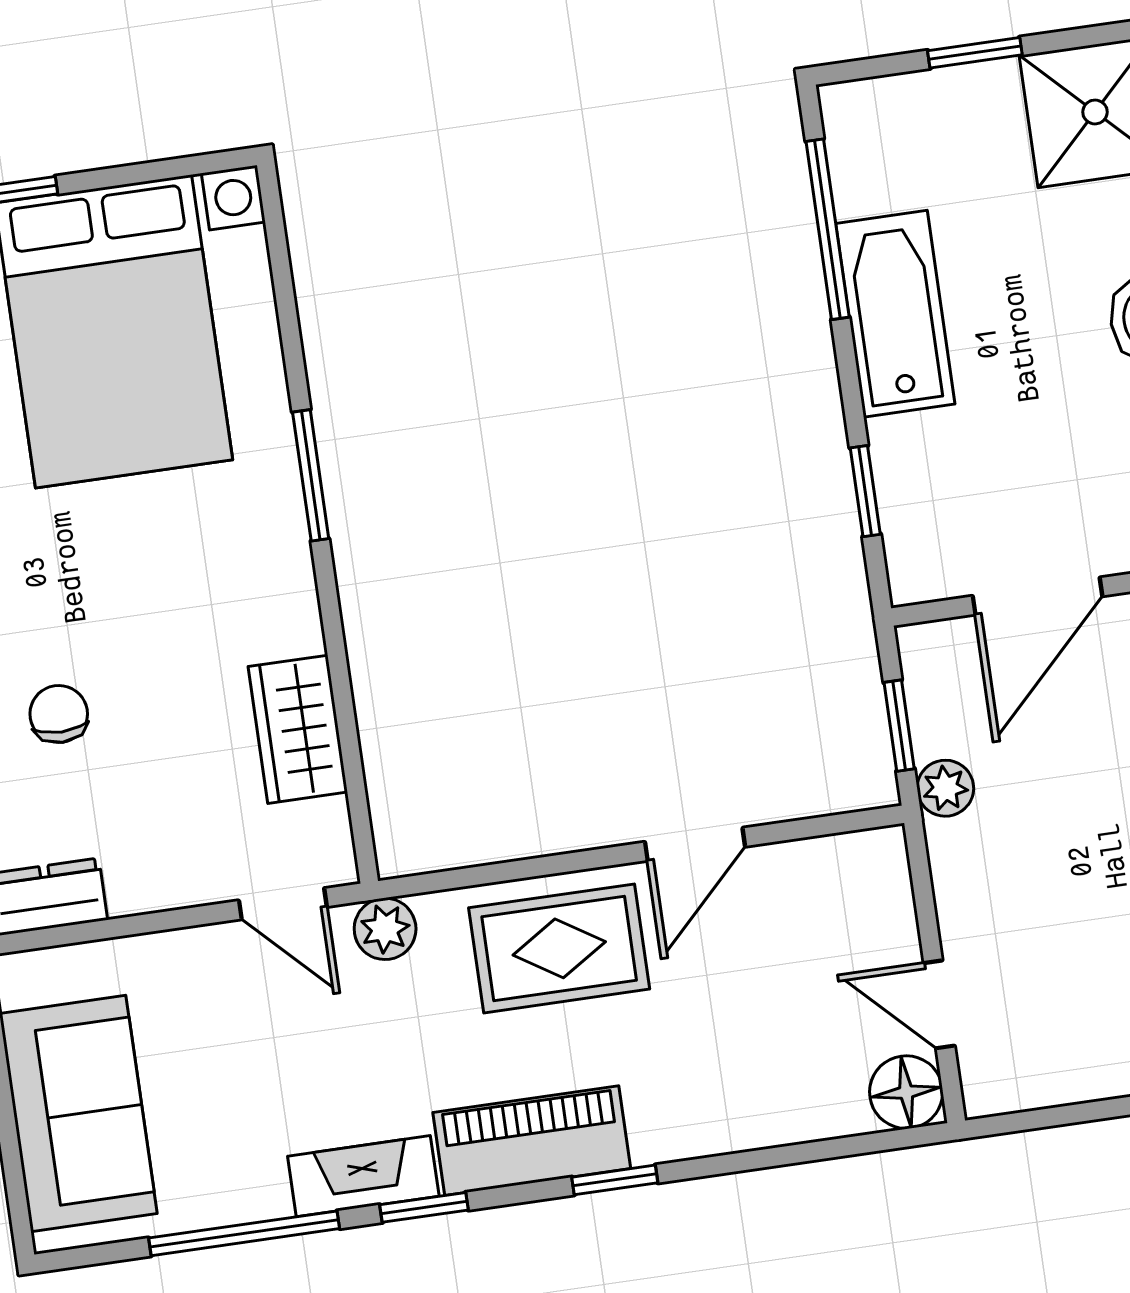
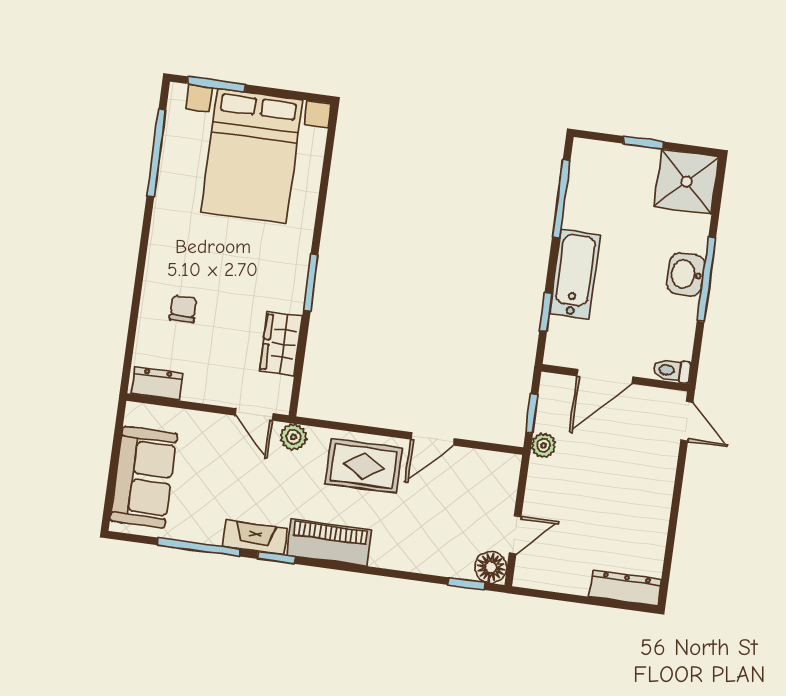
bathtub: (895, 314) -> (575, 274), moved
window: (311, 475) -> (311, 283), moved
door: (939, 1004) -> (515, 535), swing flipped
window: (615, 1180) -> (466, 584), moved

